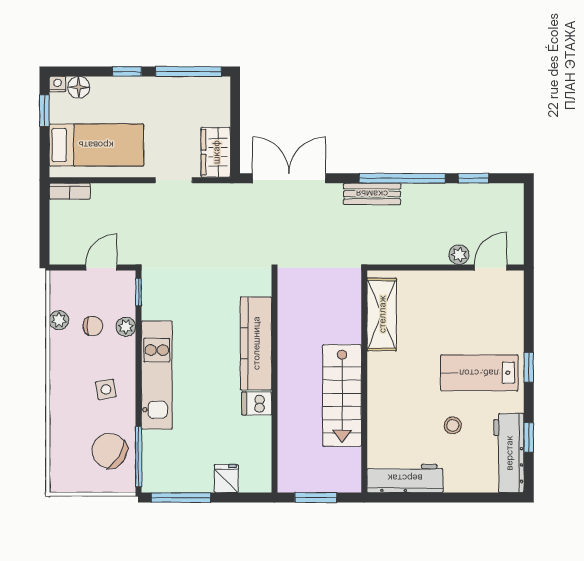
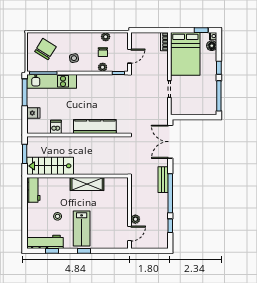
bed: (96, 145) -> (185, 54), width x1.50
wardrobe: (216, 152) -> (182, 108), removed
double door: (289, 178) -> (170, 142), swing flipped
door: (101, 268) -> (130, 56), hinge flipped
door: (491, 268) -> (130, 234), hinge flipped
shelving: (382, 314) -> (87, 184), moved
lab bench: (479, 373) -> (82, 228), turned 180
kitchen unit: (157, 375) -> (52, 81), moved
stairs: (342, 395) -> (50, 166), moved
dishwasher: (257, 403) -> (56, 127), moved
chair: (110, 451) -> (45, 49), moved
workbench: (405, 478) -> (33, 190), width x0.73

